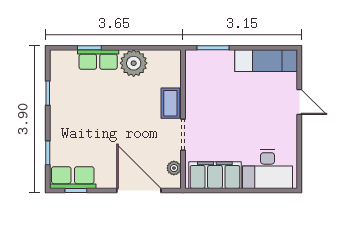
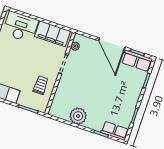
row of seats: (98, 60) -> (115, 131), moved
trolley: (207, 91) -> (41, 85), added
coffee table: (170, 103) -> (64, 85), removed
door: (139, 190) -> (112, 44), moved

